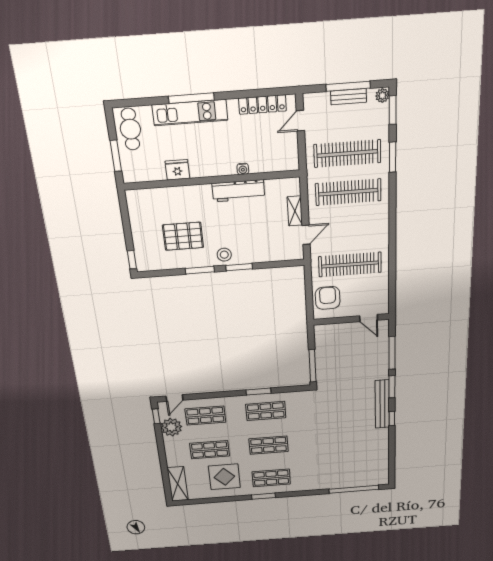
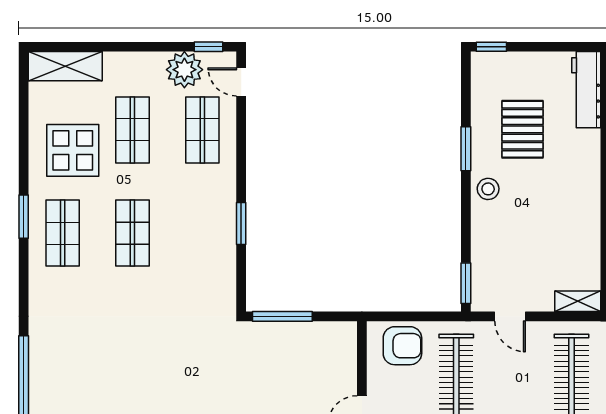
workbench: (238, 191) -> (586, 90), moved
shelving: (295, 211) -> (578, 301), moved
window: (239, 267) -> (466, 283), moved
shop shelf: (266, 411) -> (202, 233), removed

